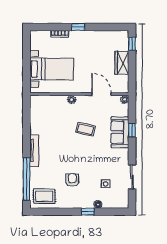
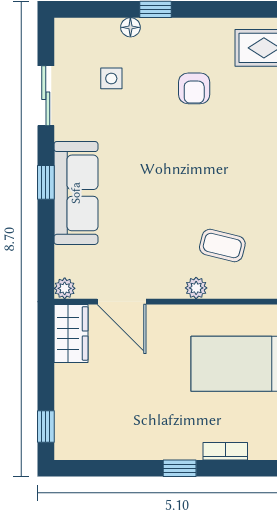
wardrobe: (122, 63) -> (71, 333), moved
coffee table: (85, 129) -> (222, 246), moved
window: (132, 130) -> (46, 182), moved
sofa: (120, 132) -> (76, 193), width x1.36

